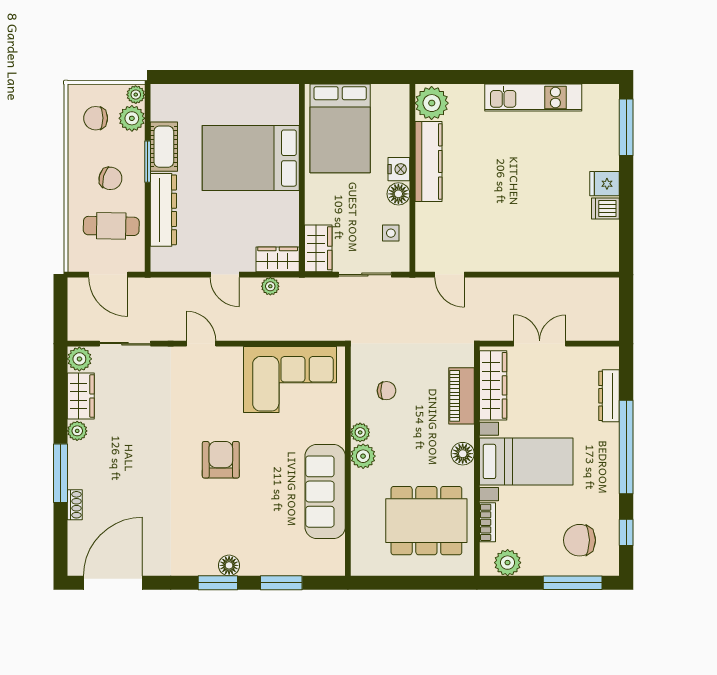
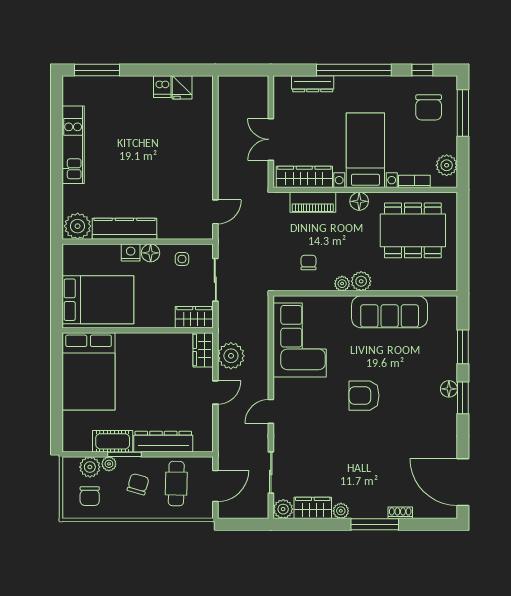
plant: (136, 95) -> (109, 464), moved
bed: (251, 158) -> (89, 371), moved
fridge: (605, 184) -> (182, 87), moved
plant: (270, 286) -> (231, 356), width x1.88, depth x1.88
dining table: (426, 521) -> (413, 230), turned 90

